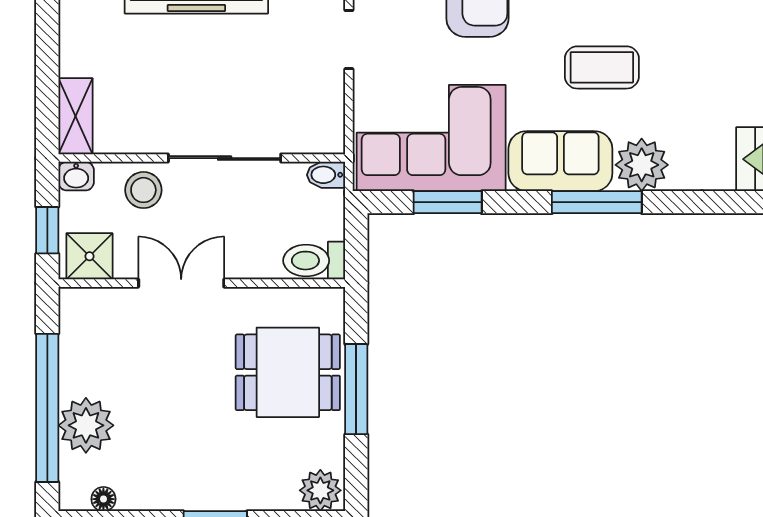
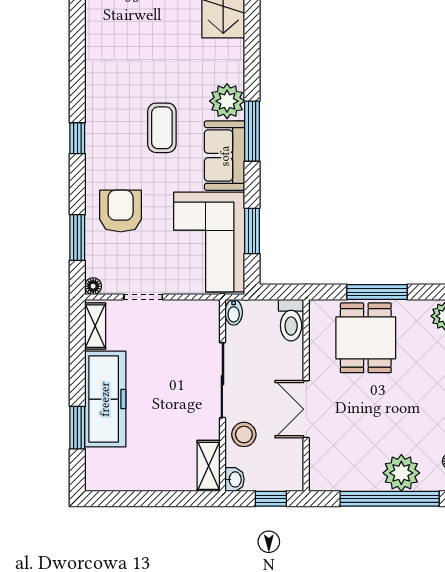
shelving: (75, 116) -> (209, 466), moved, turned 90
shower: (89, 256) -> (288, 471), removed

